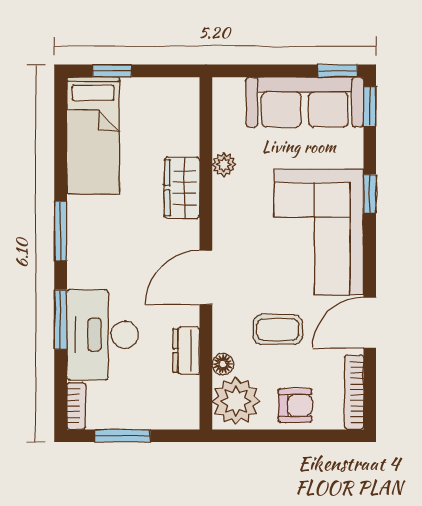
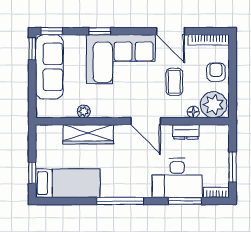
wardrobe: (182, 188) -> (88, 134), width x1.50
window: (61, 231) -> (120, 201), width x1.44
window: (61, 319) -> (185, 201), moved

